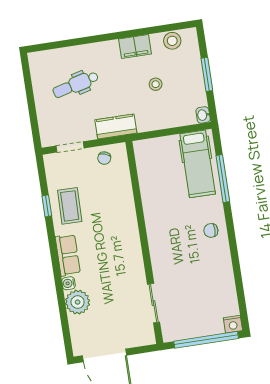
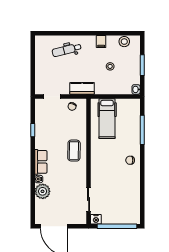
filing cabinet: (135, 47) -> (101, 42), width x0.50
dental chair: (76, 85) -> (67, 50), moved
hospital bed: (198, 164) -> (107, 119), moved
coffee table: (70, 206) -> (74, 151), moved
nightstand: (233, 324) -> (96, 219), moved

